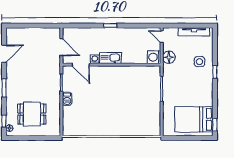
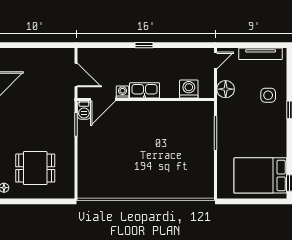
door: (162, 37) -> (216, 60), swing flipped
washing machine: (154, 57) -> (189, 89), moved, turned 90
door: (81, 65) -> (103, 99), hinge flipped
barbecue: (67, 99) -> (84, 110), moved

